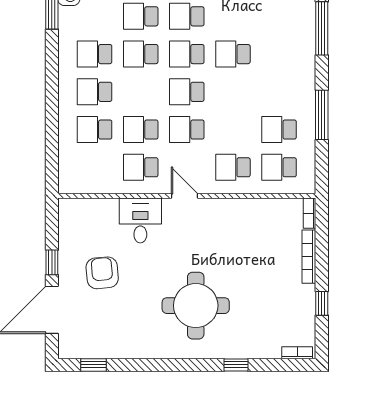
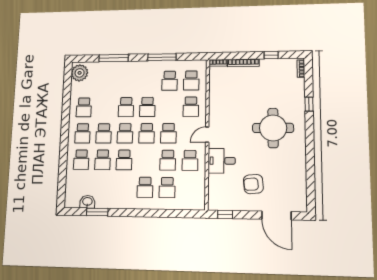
school desk: (95, 54) -> (147, 107), moved
window: (52, 262) -> (225, 214), moved
window: (93, 365) -> (311, 190), removed

